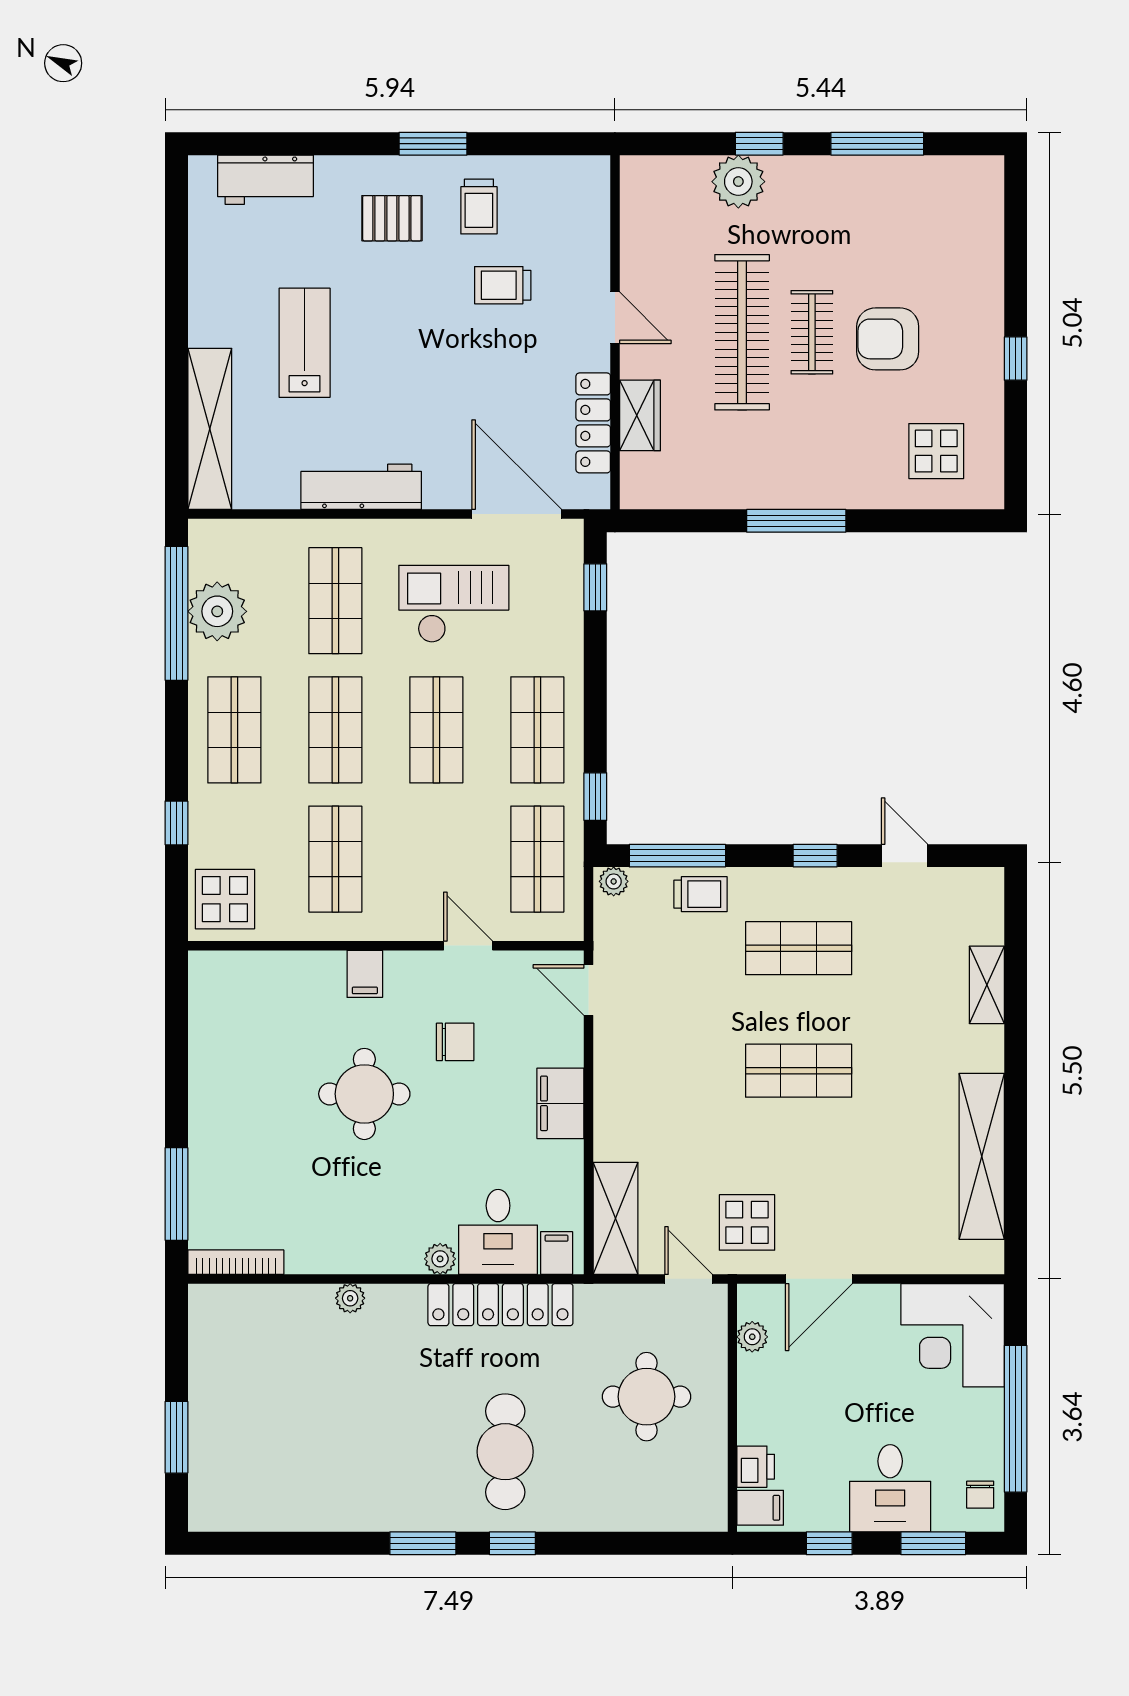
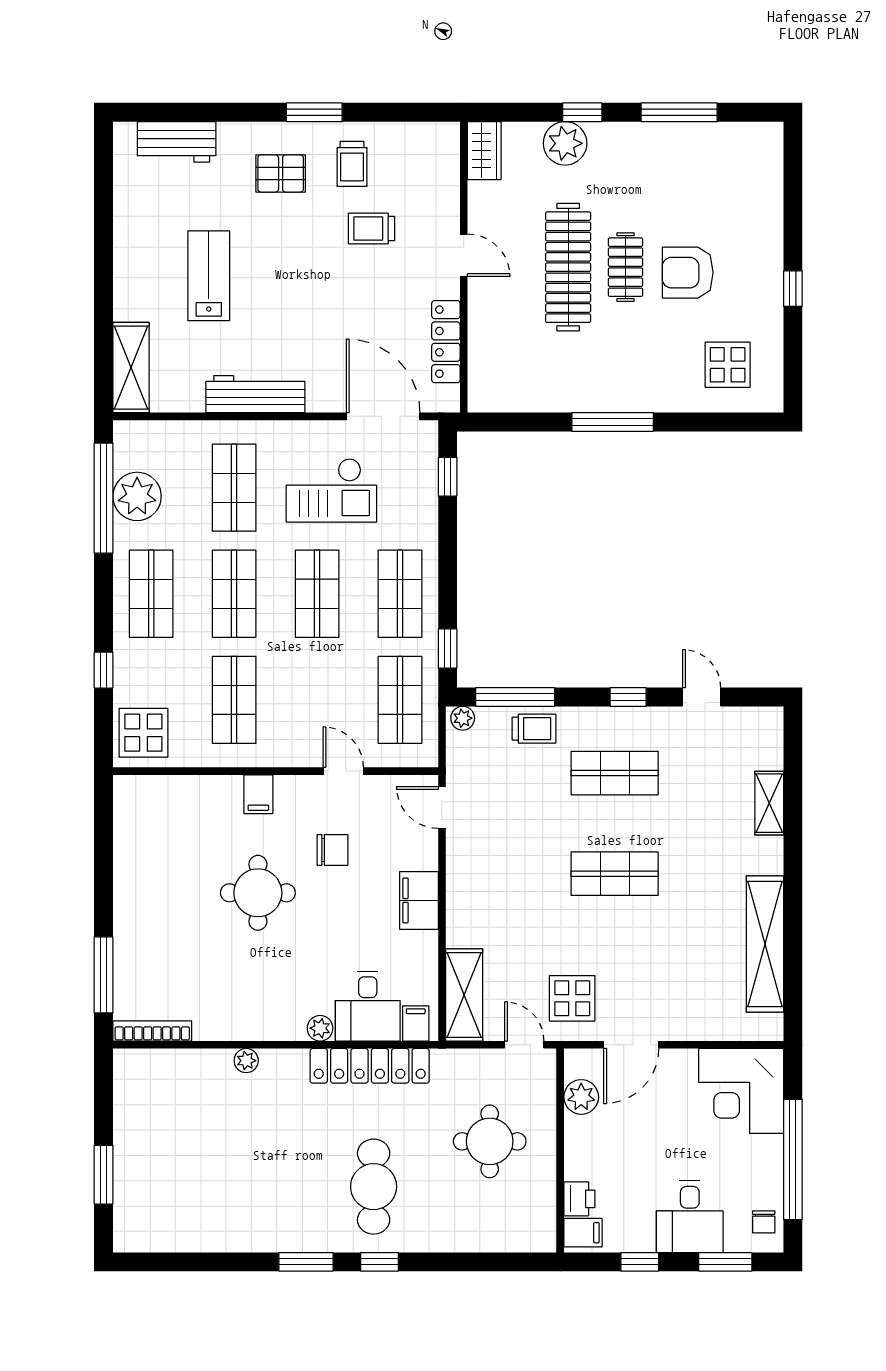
wardrobe: (640, 415) -> (484, 151), moved
shelving: (210, 429) -> (131, 368), width x0.68
checkout: (454, 604) -> (331, 490), turned 180
plant: (752, 1337) -> (581, 1097), width x1.38, depth x1.38

